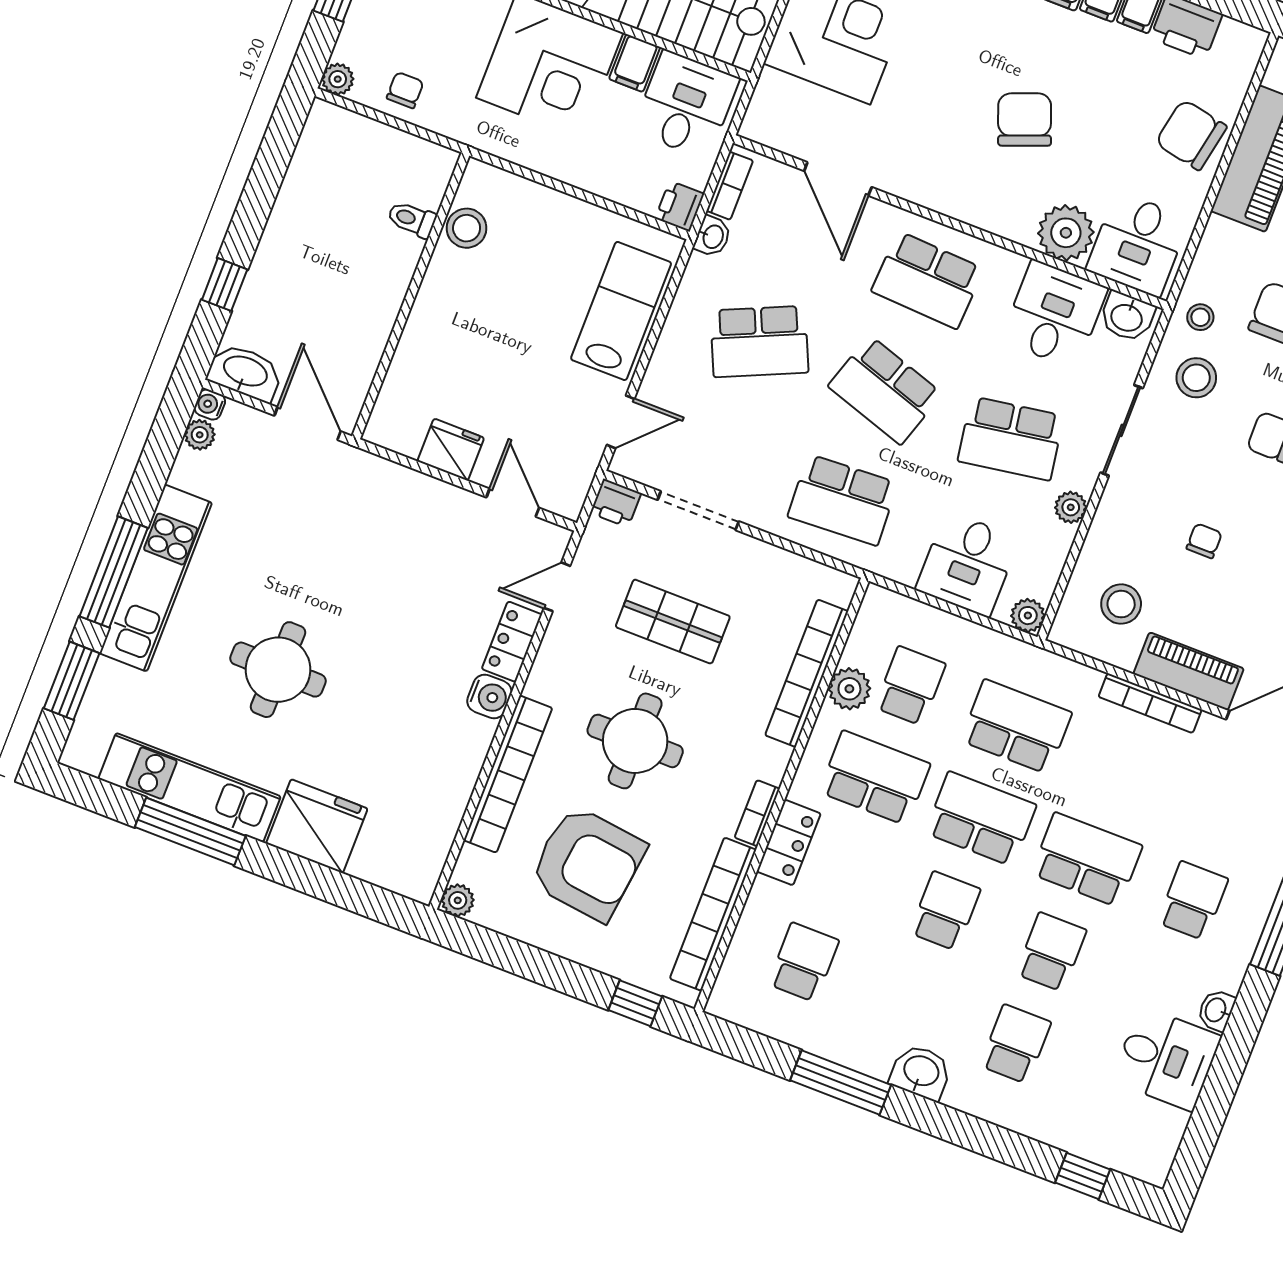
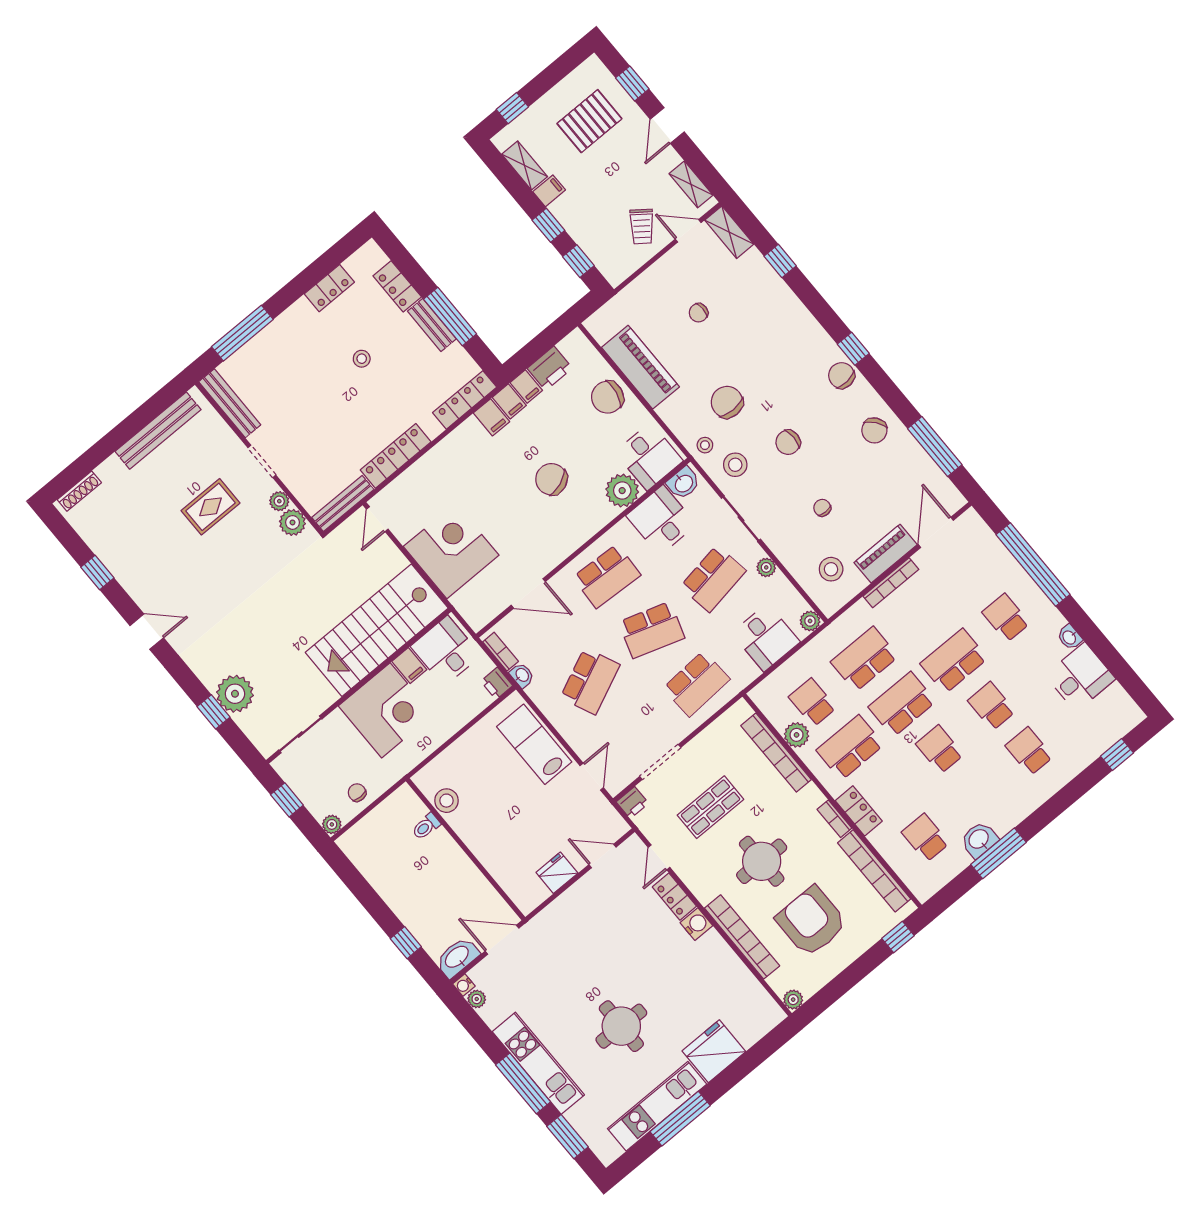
armchair: (587, 863) -> (811, 921), turned -97
washbasin: (921, 1072) -> (979, 840), moved

